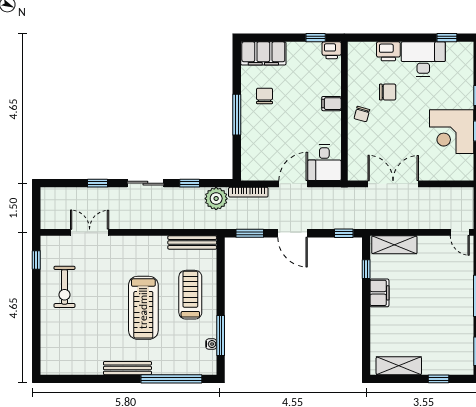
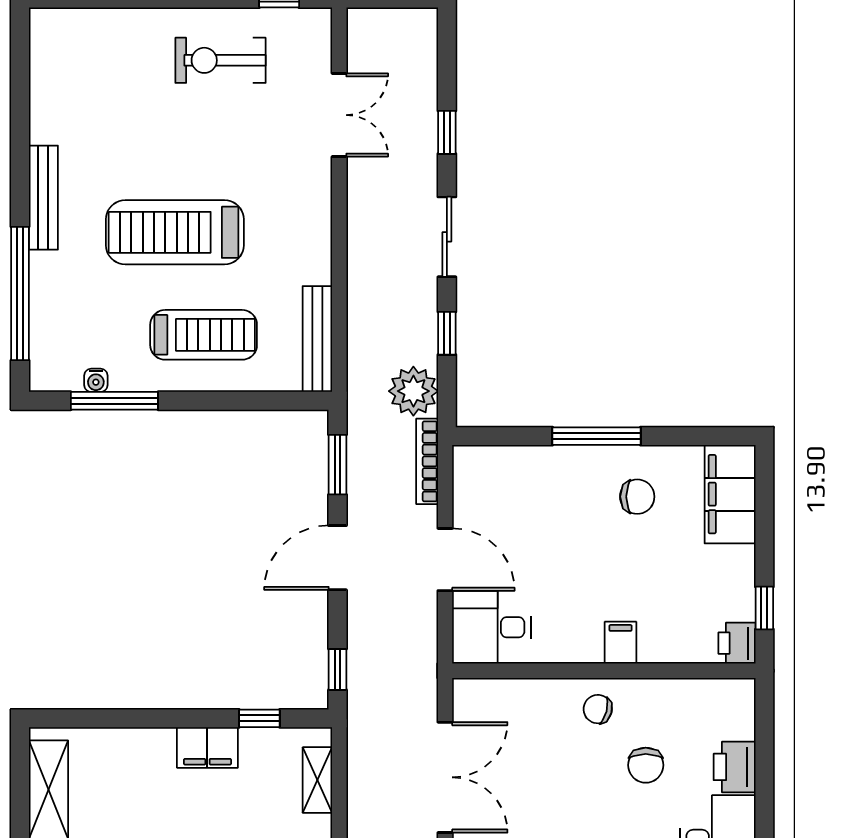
shelving: (394, 245) -> (317, 780), width x0.67, depth x0.75

